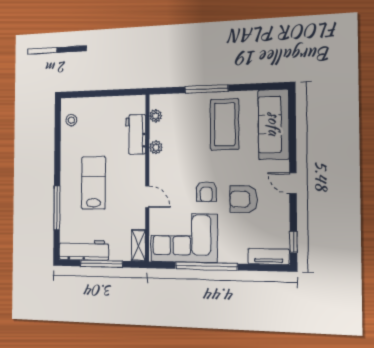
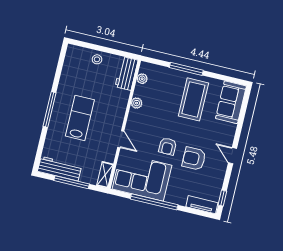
stool: (71, 120) -> (97, 59), moved
sofa: (274, 124) -> (231, 102), width x0.73
workbench: (136, 134) -> (126, 73), moved
window: (57, 208) -> (50, 110), moved

